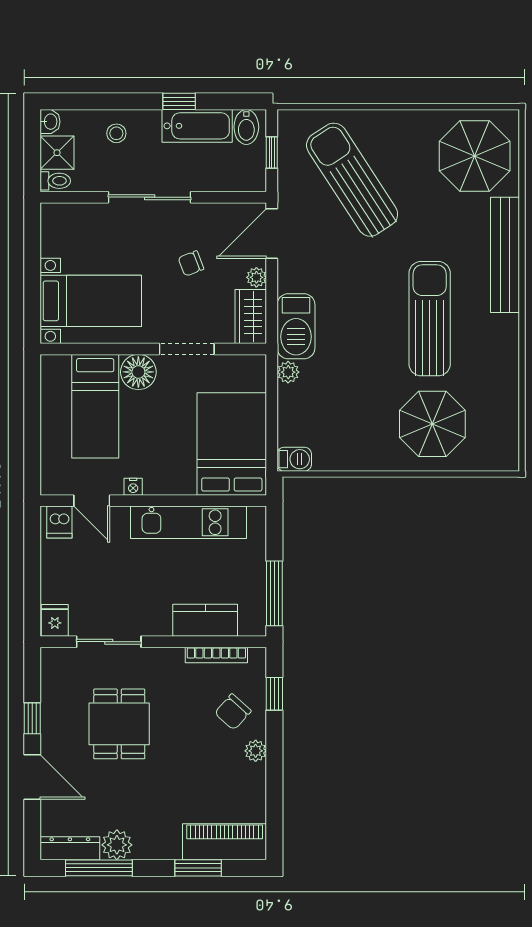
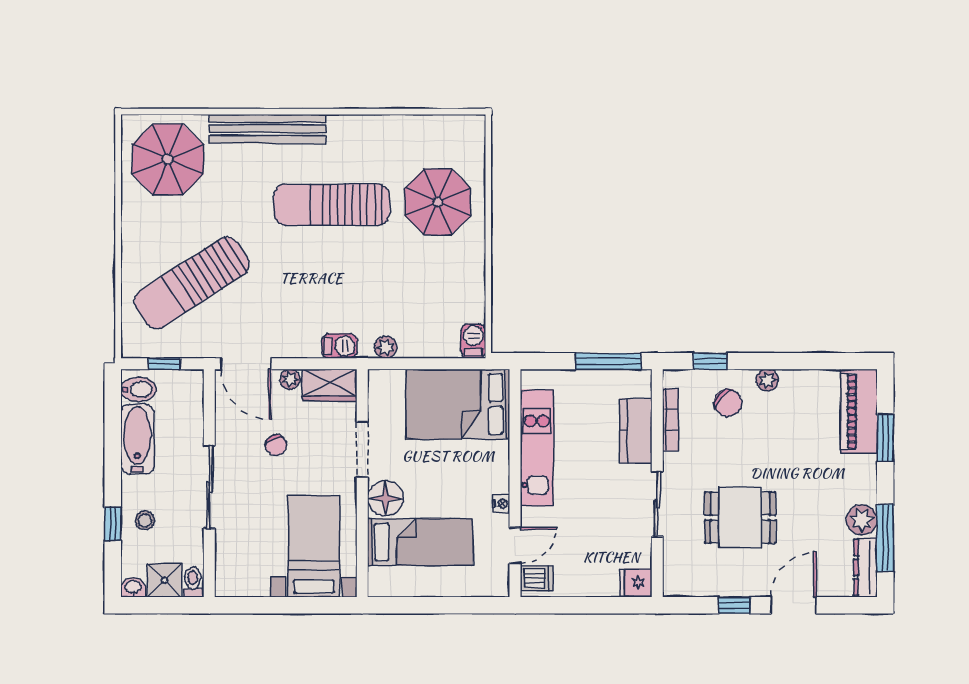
window: (179, 101) -> (113, 524), moved
barbecue: (296, 326) -> (339, 346), width x0.53, depth x0.65
sliding door: (109, 642) -> (657, 504), moved

